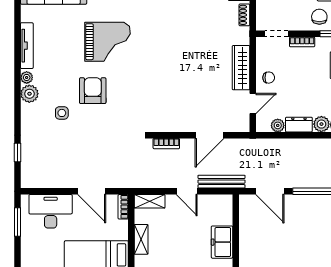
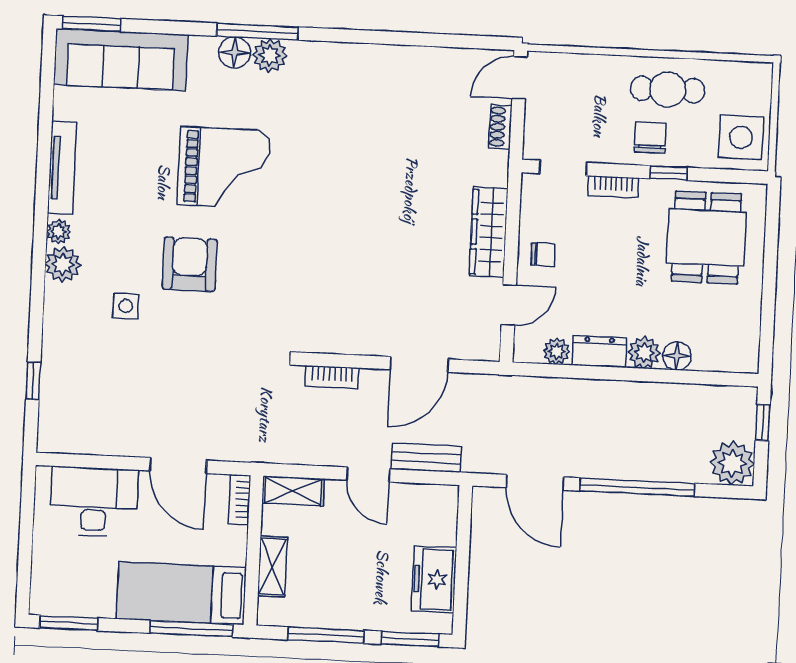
bench: (221, 182) -> (426, 458), width x0.73
window: (17, 222) -> (27, 520), removed

